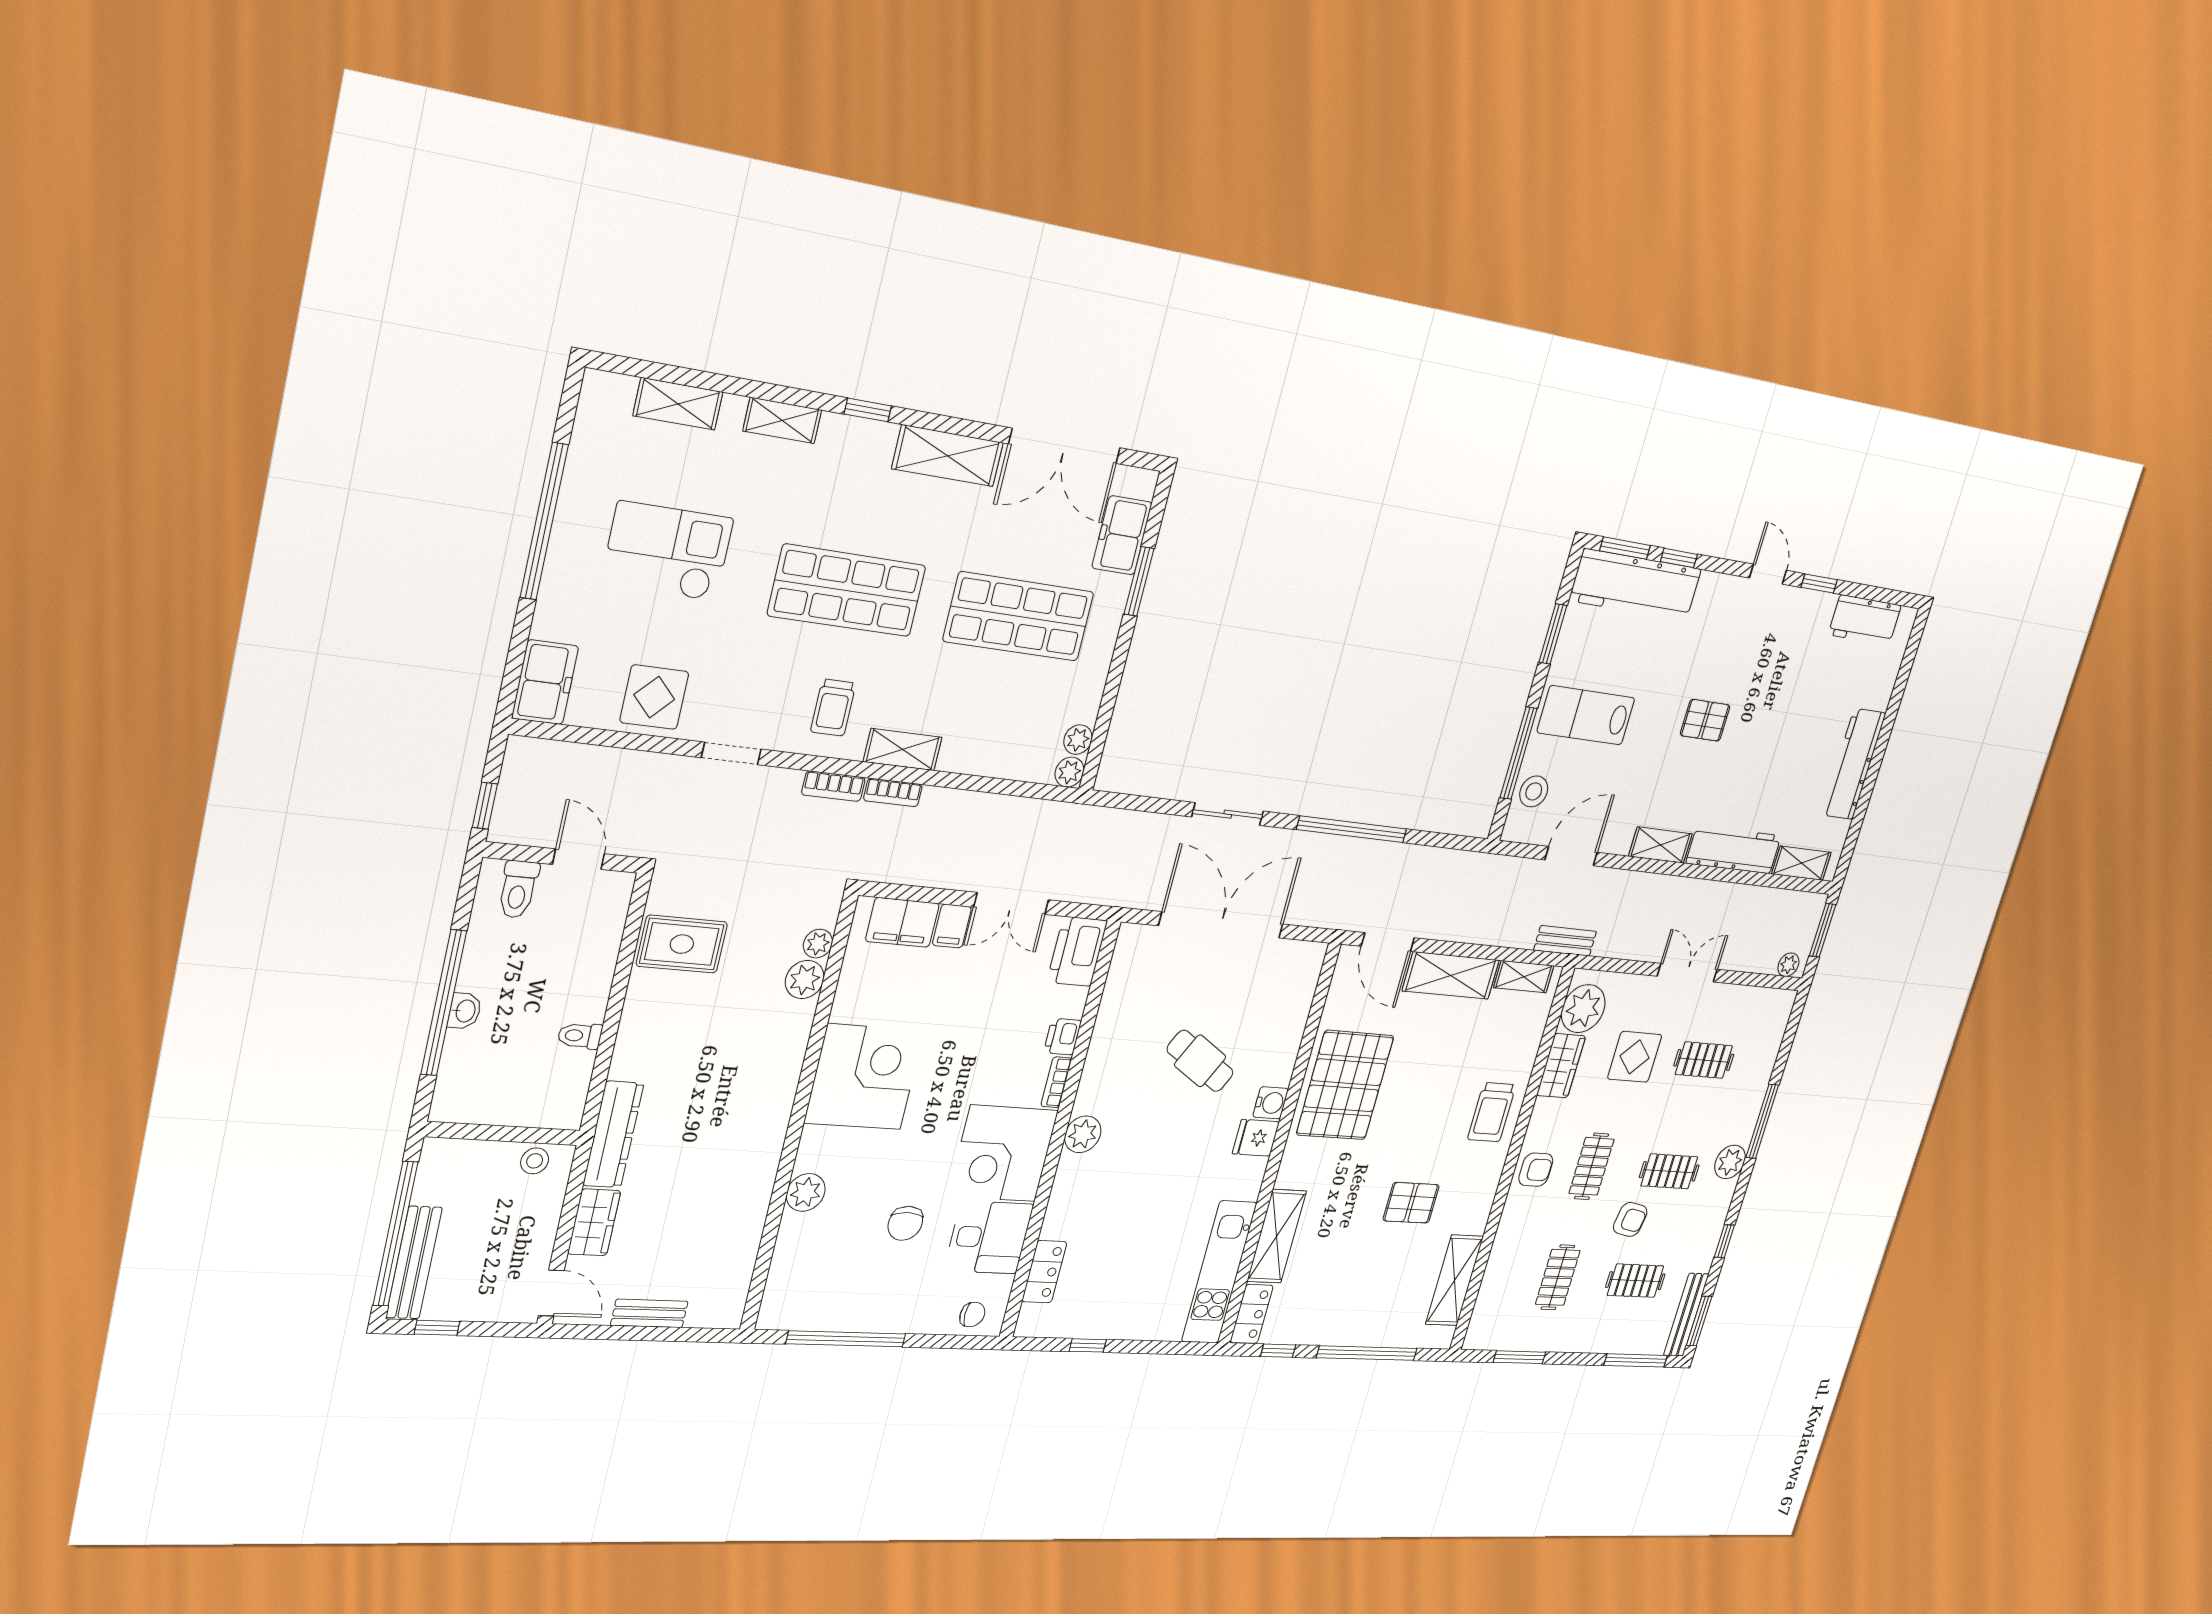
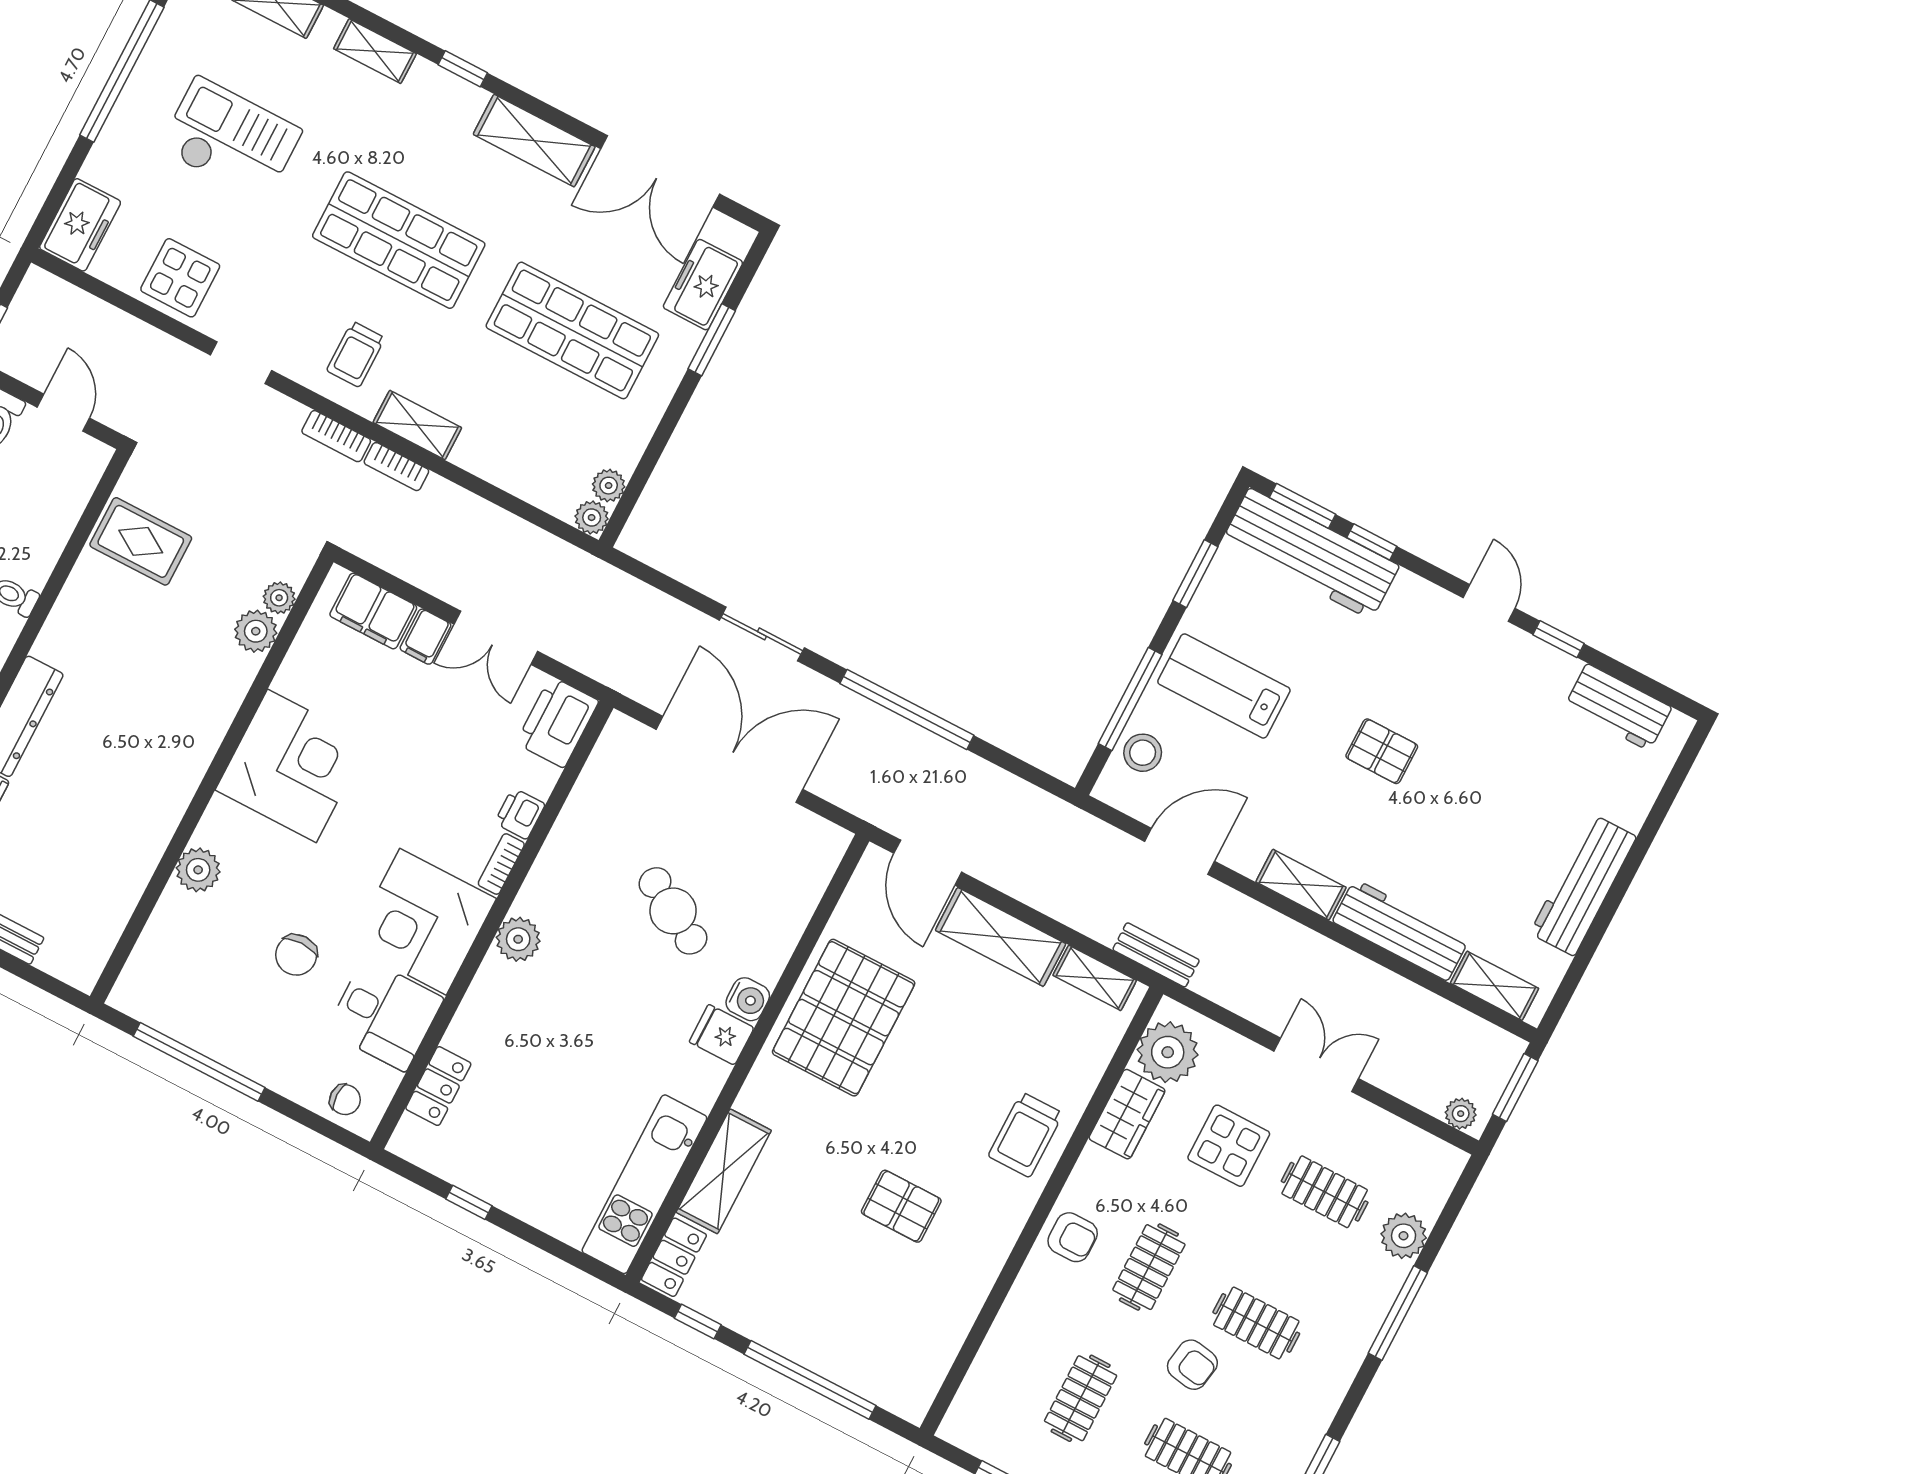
plant: (1730, 1162) -> (1404, 1236), moved
shelving: (1454, 1280) -> (941, 1336), removed

